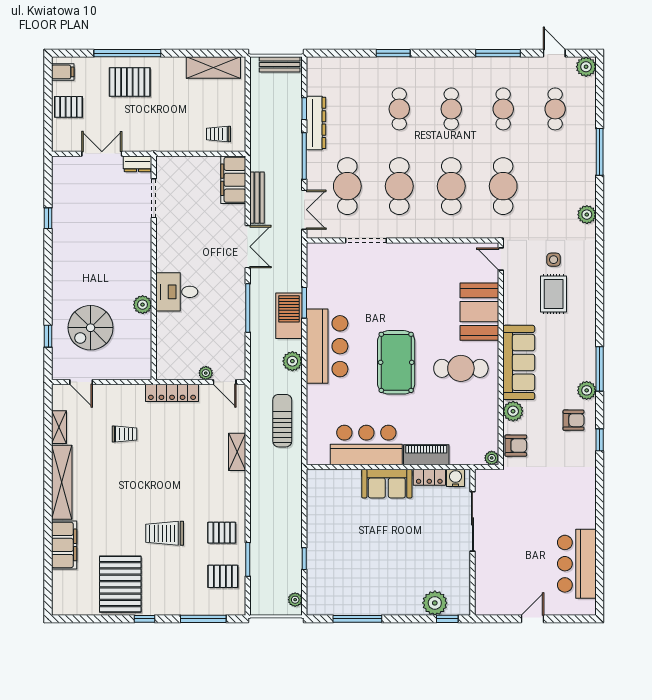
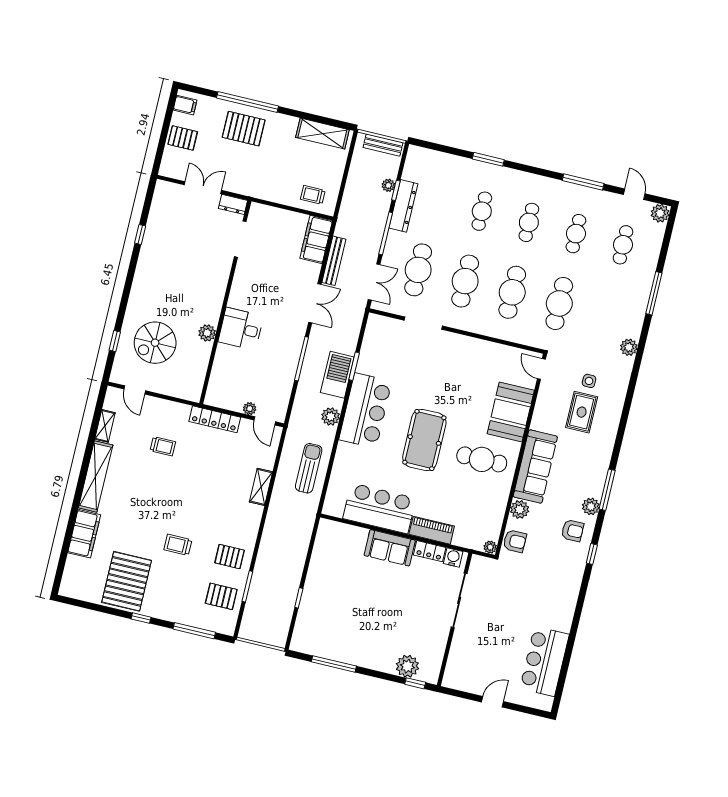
trolley: (165, 533) -> (178, 545), width x0.73, depth x0.72
plant: (295, 600) -> (388, 185), moved

